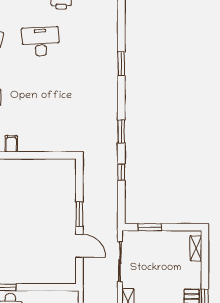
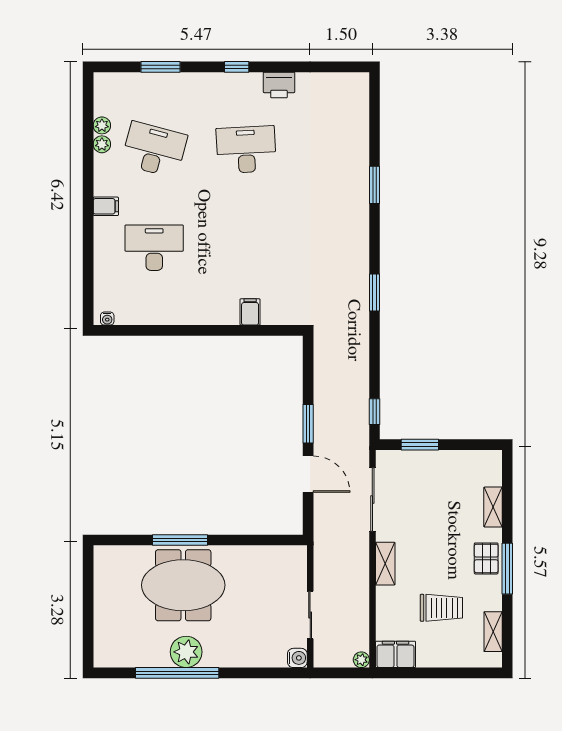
filing cabinet: (11, 144) -> (250, 312), moved
window: (121, 172) -> (374, 412), moved
shelving: (196, 248) -> (493, 507), moved

